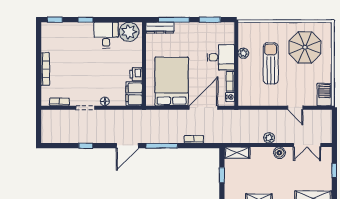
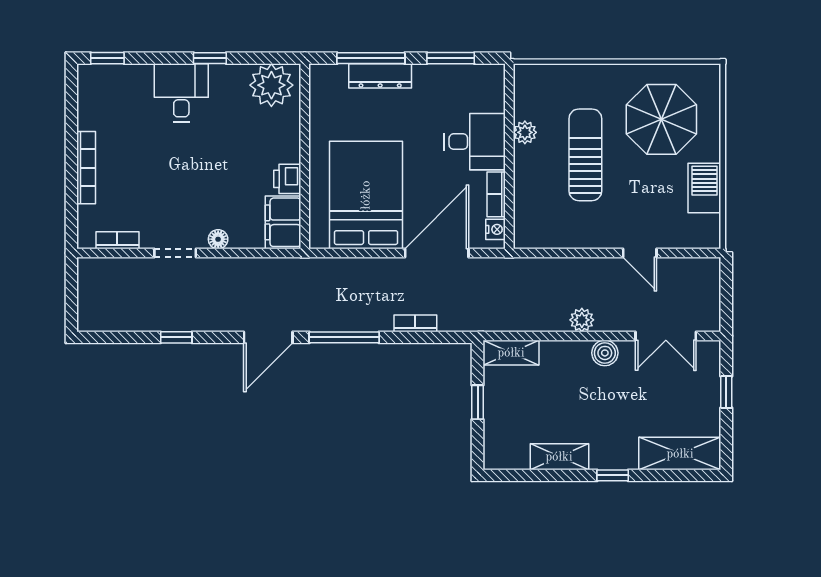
window: (86, 20) -> (210, 58), moved
dresser: (160, 28) -> (380, 76), moved
desk: (106, 35) -> (181, 93), moved
barbecue: (324, 95) -> (704, 188), moved

